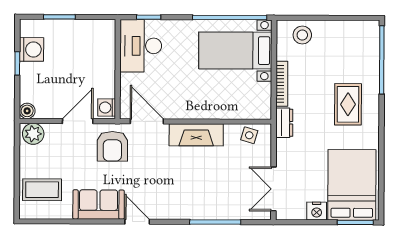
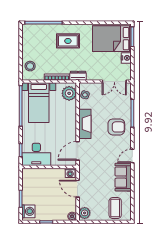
washing machine: (32, 49) -> (28, 211), moved, turned 90
plant: (252, 106) -> (69, 93), added
armchair: (112, 146) -> (116, 127), moved

